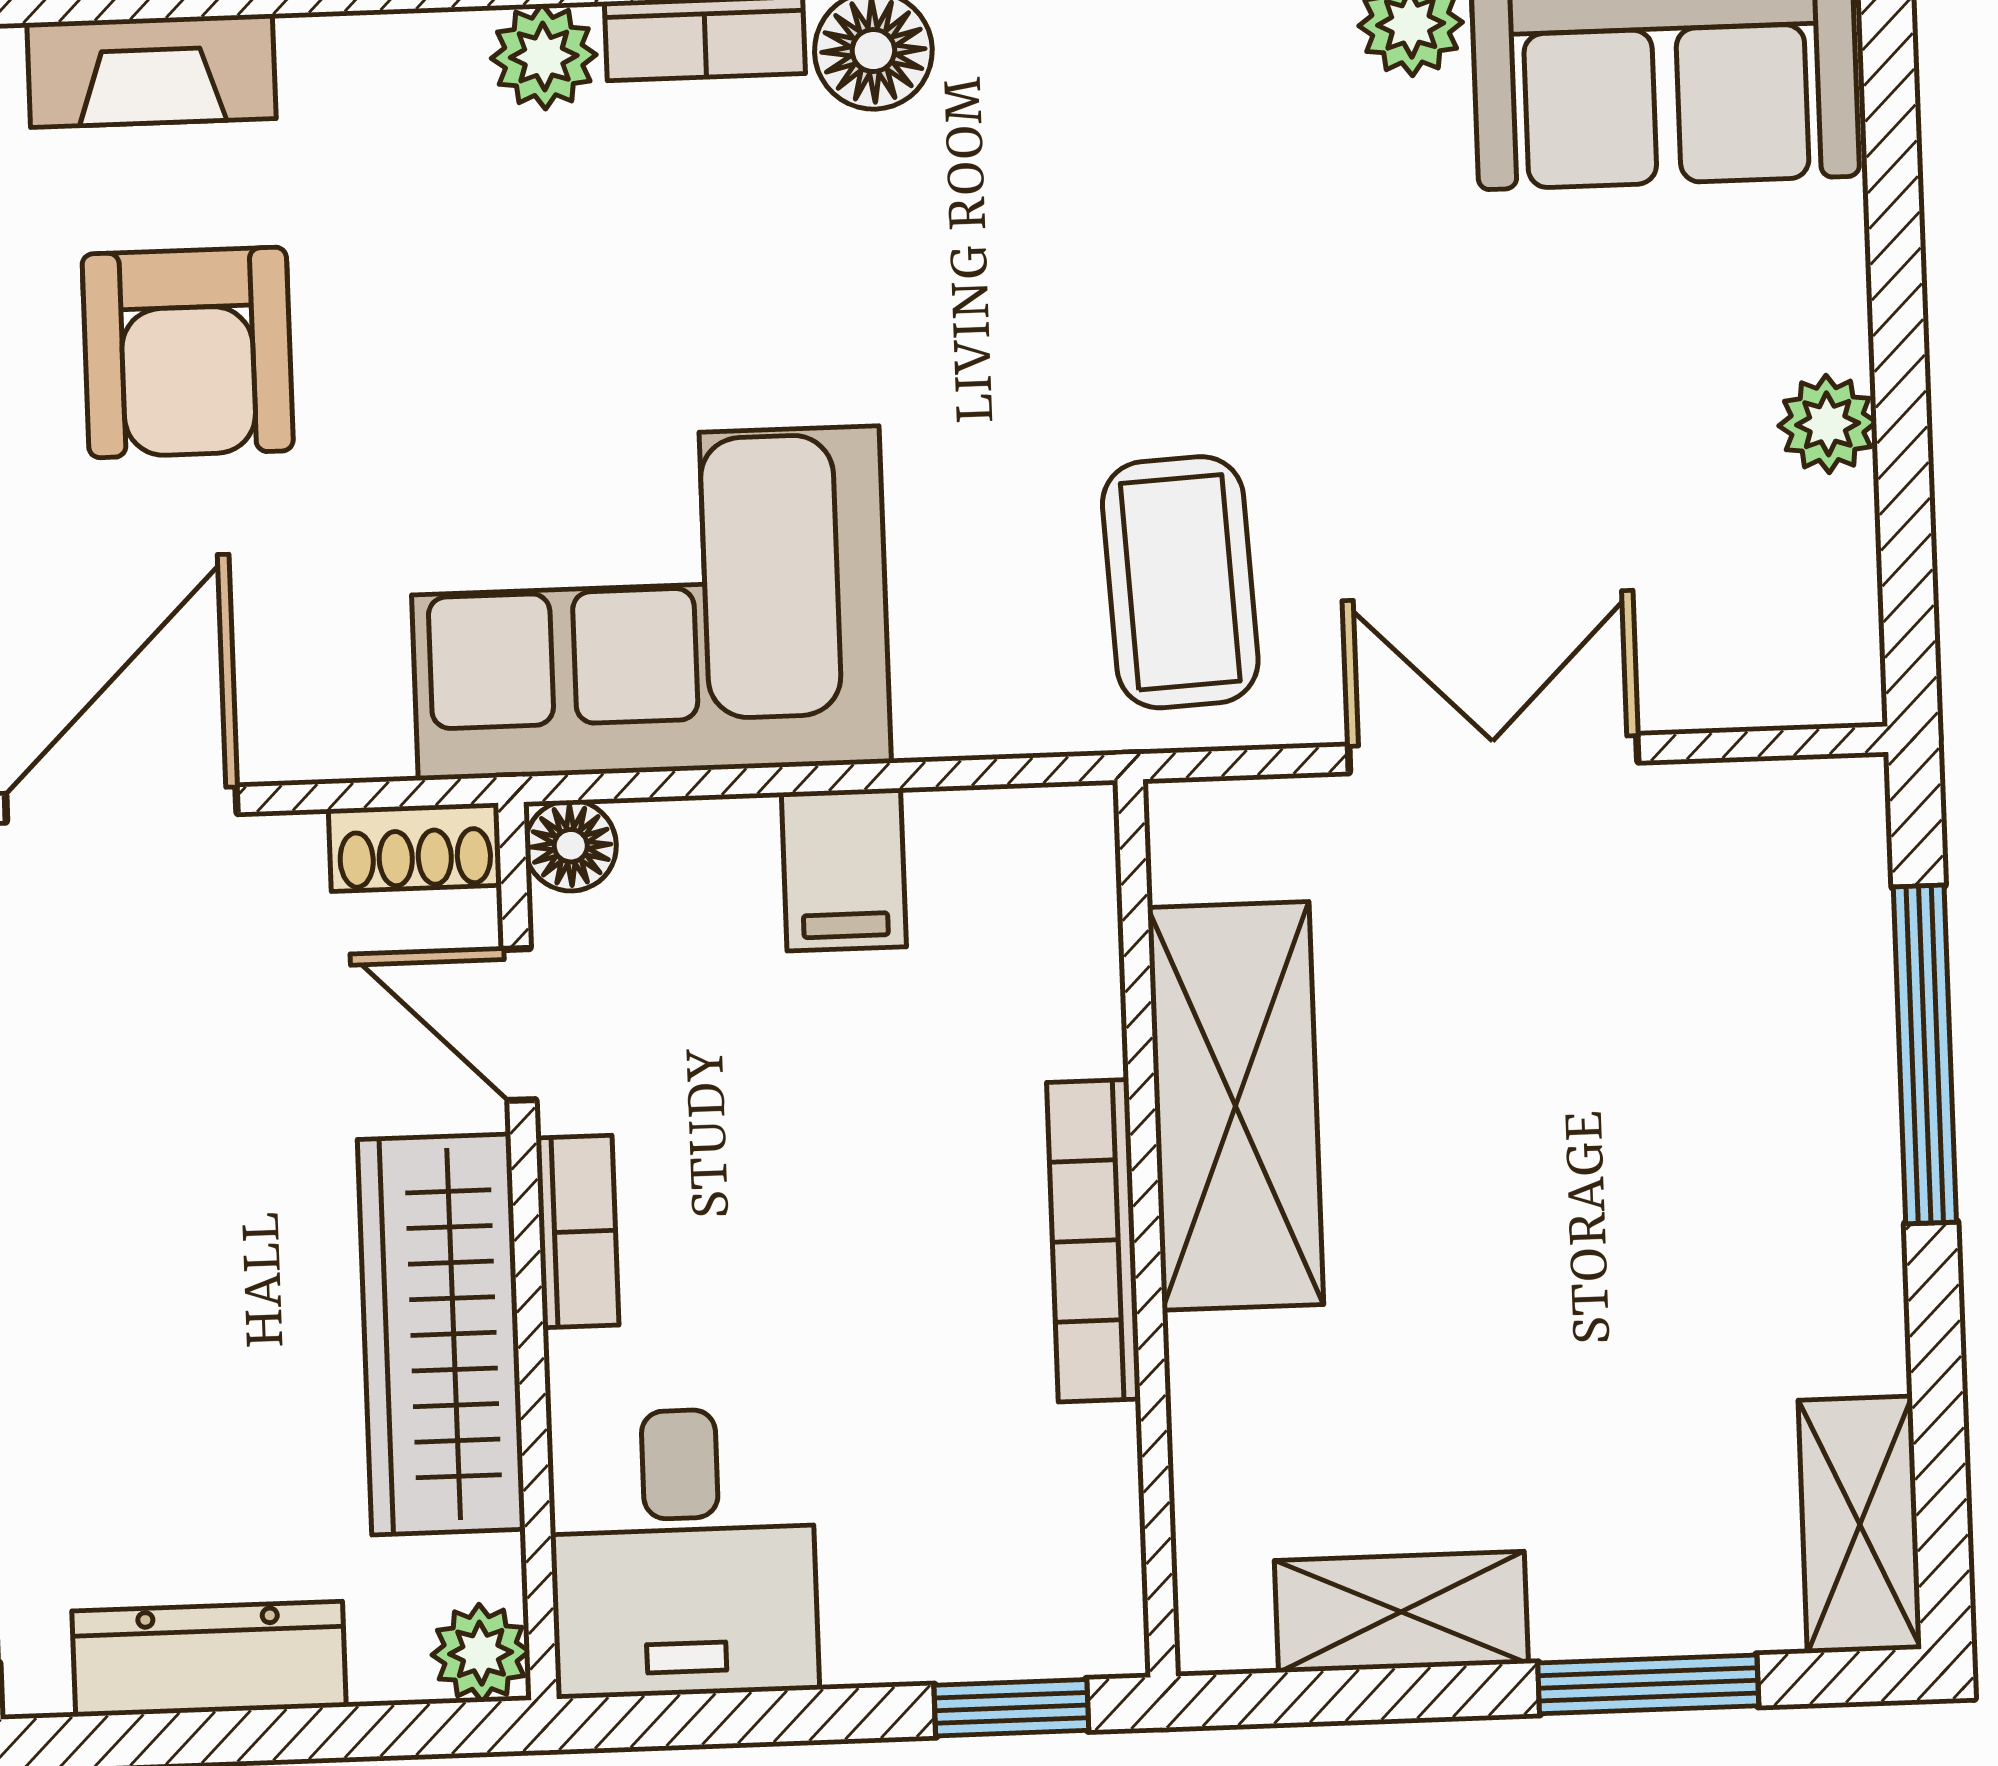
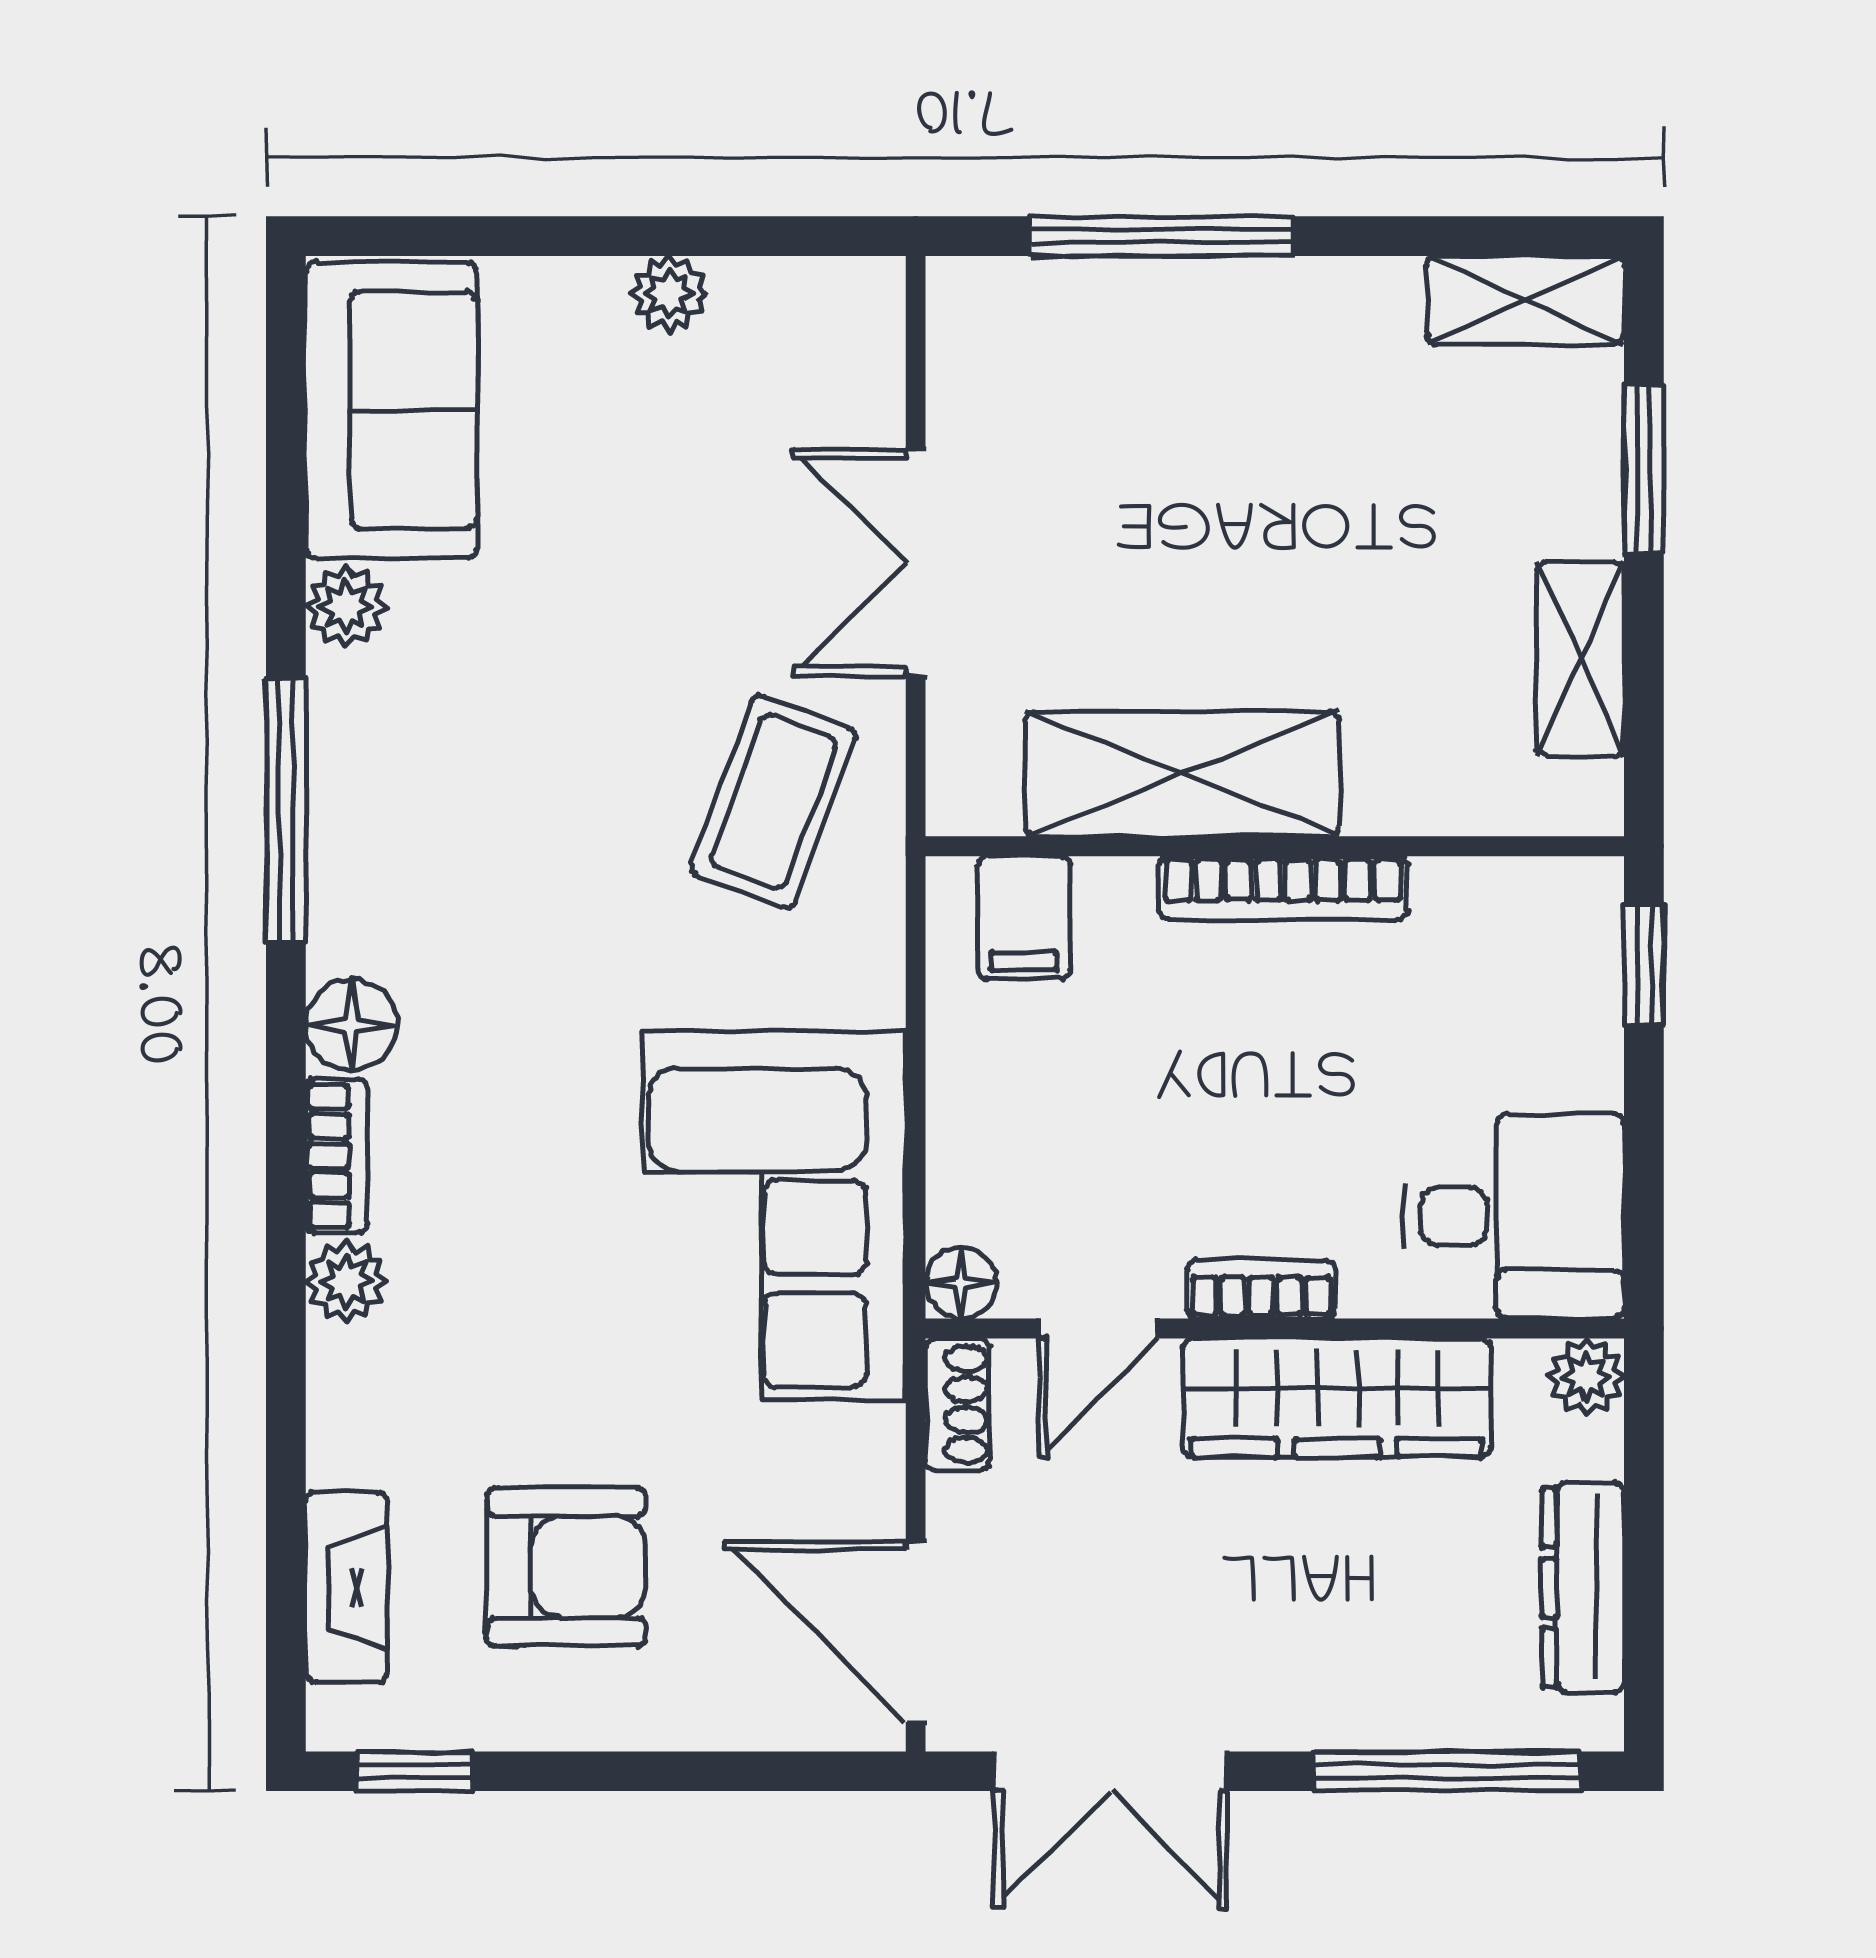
coffee table: (1180, 582) -> (773, 802), turned -67
filing cabinet: (844, 870) -> (1024, 918), moved, turned 90

